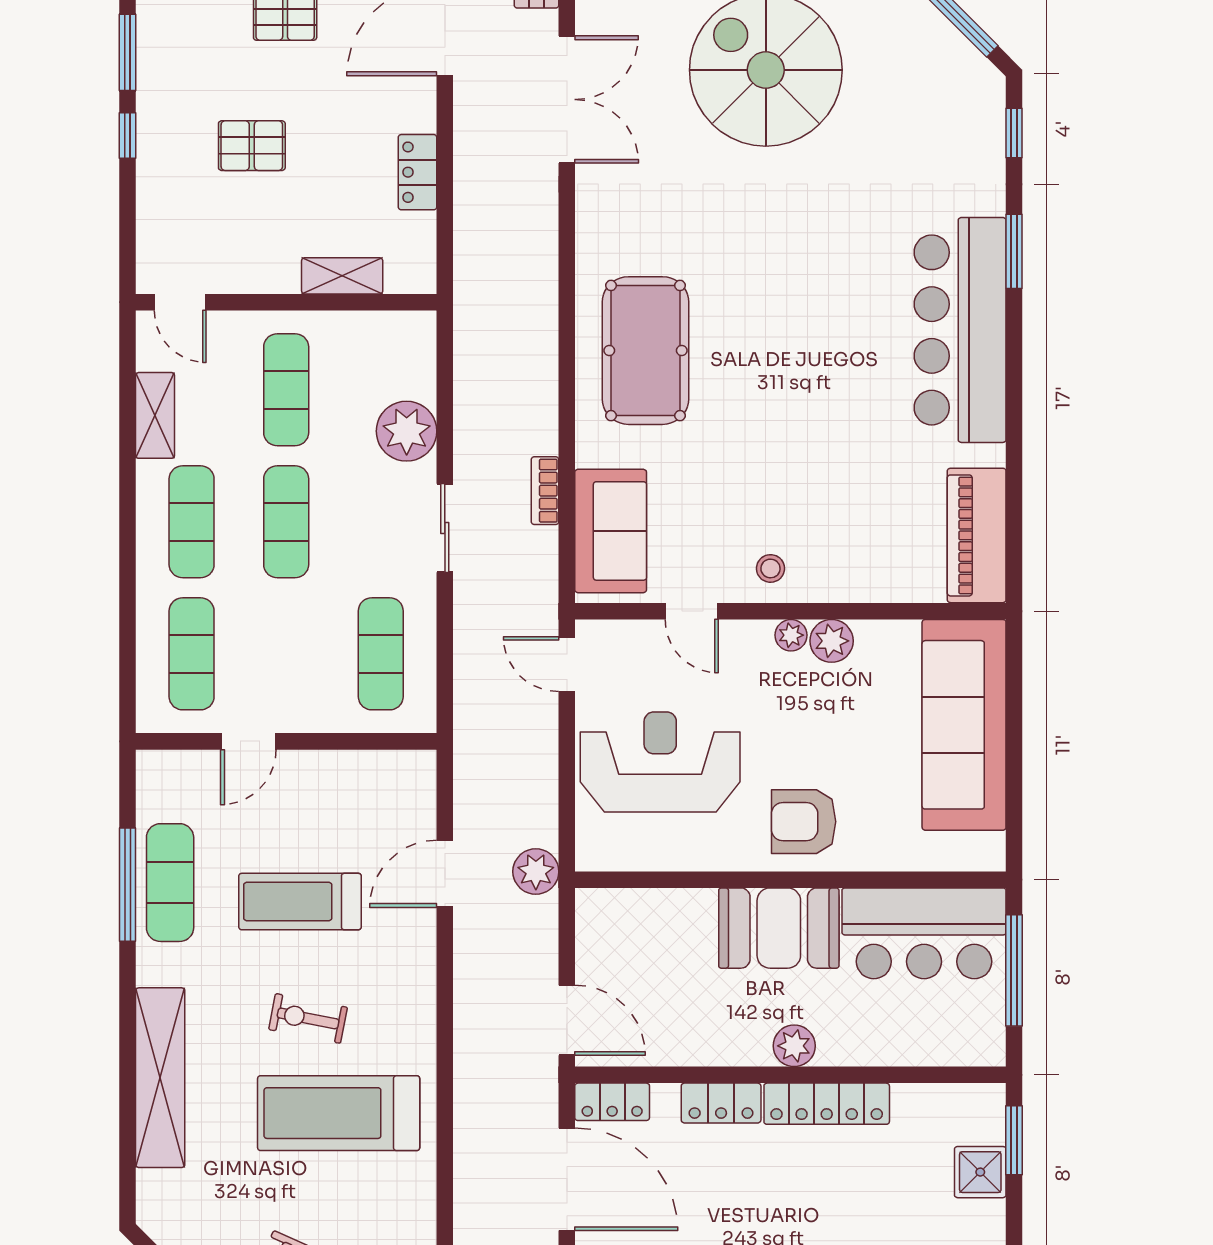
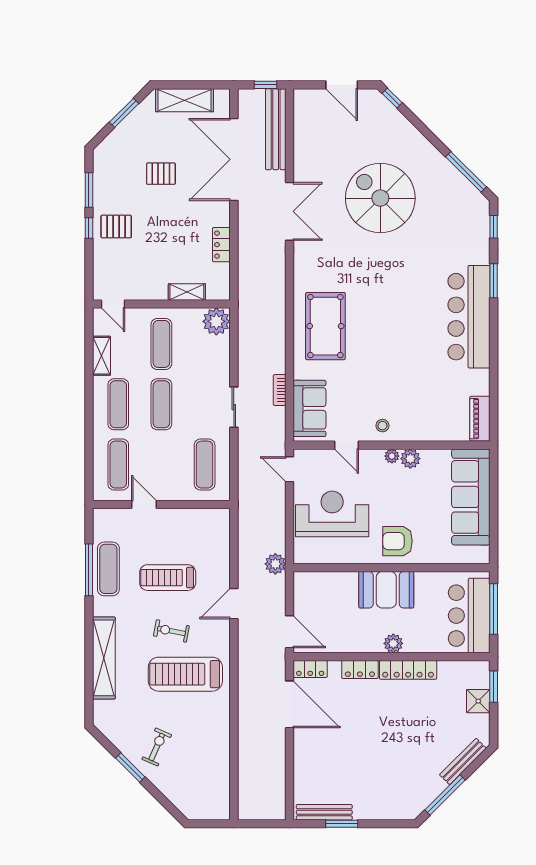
pallet: (252, 146) -> (116, 227), moved
plant: (407, 431) -> (216, 321), moved
piano: (977, 535) -> (480, 419), width x0.73, depth x0.75
door: (248, 741) -> (144, 504), swing flipped
door: (445, 874) -> (234, 604), moved
bar counter: (924, 933) -> (469, 616), moved, turned 90

